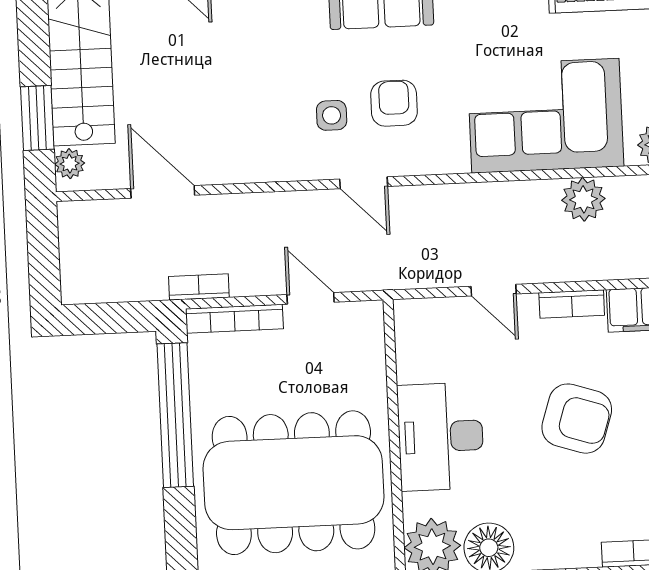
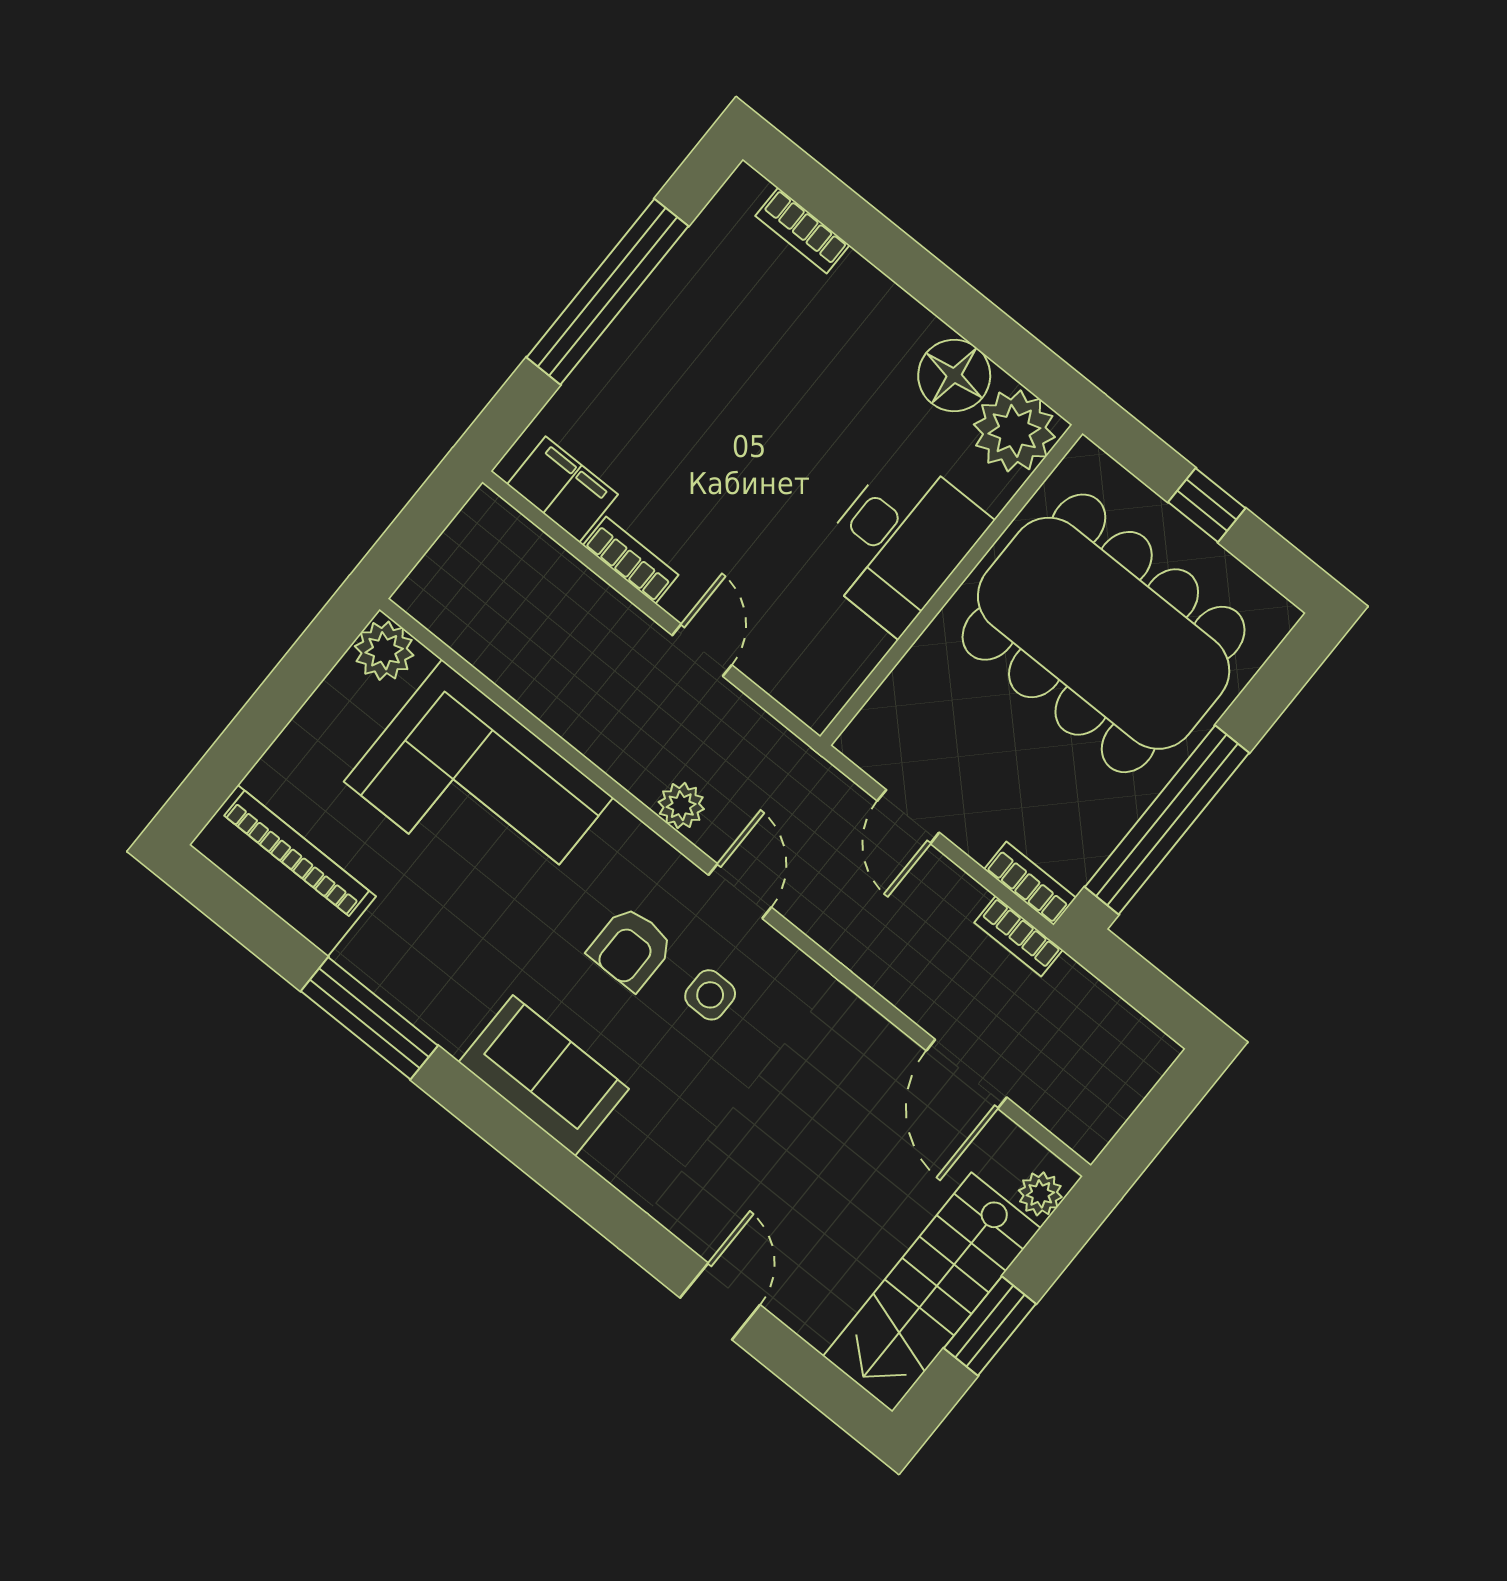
window: (37, 118) -> (990, 1326), moved
plant: (583, 199) -> (681, 806), moved, width x0.73, depth x0.73
bookcase: (234, 319) -> (1030, 883), width x0.64
armchair: (577, 419) -> (735, 431), removed

